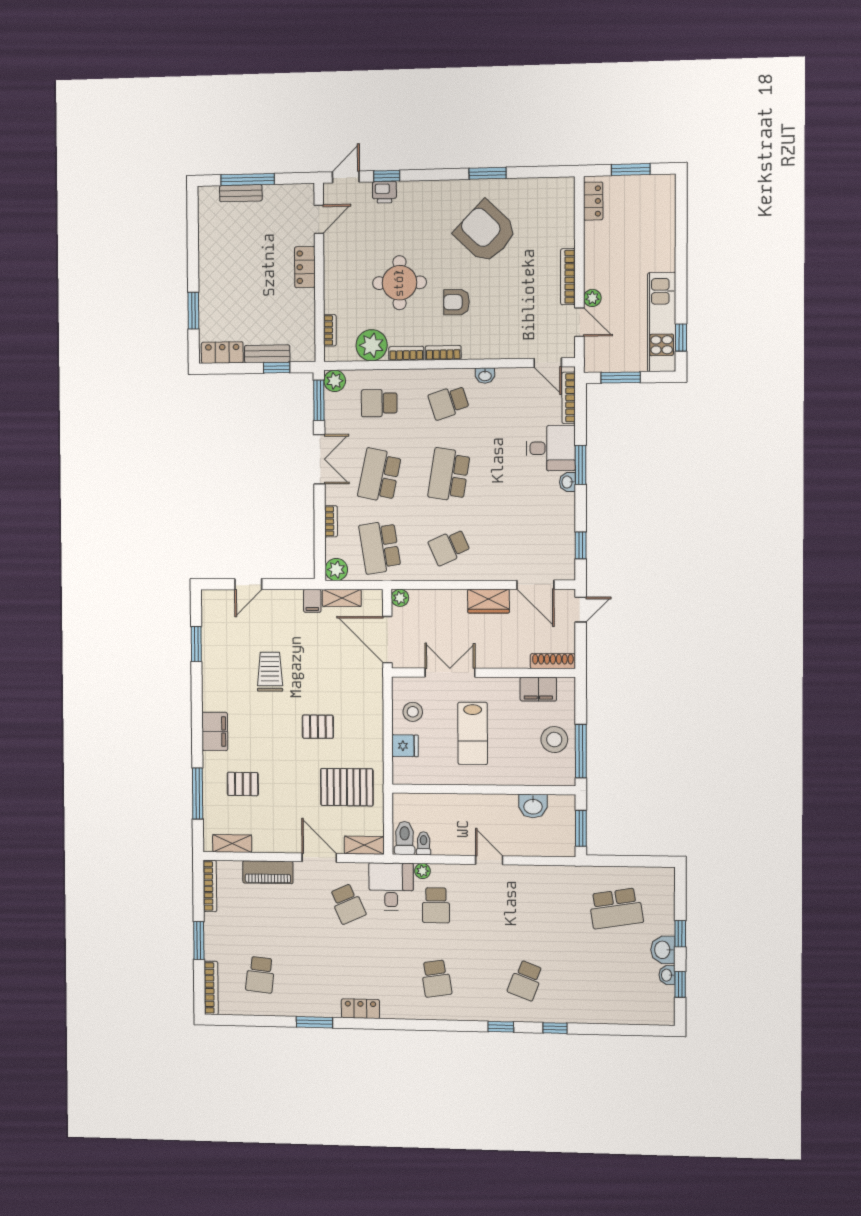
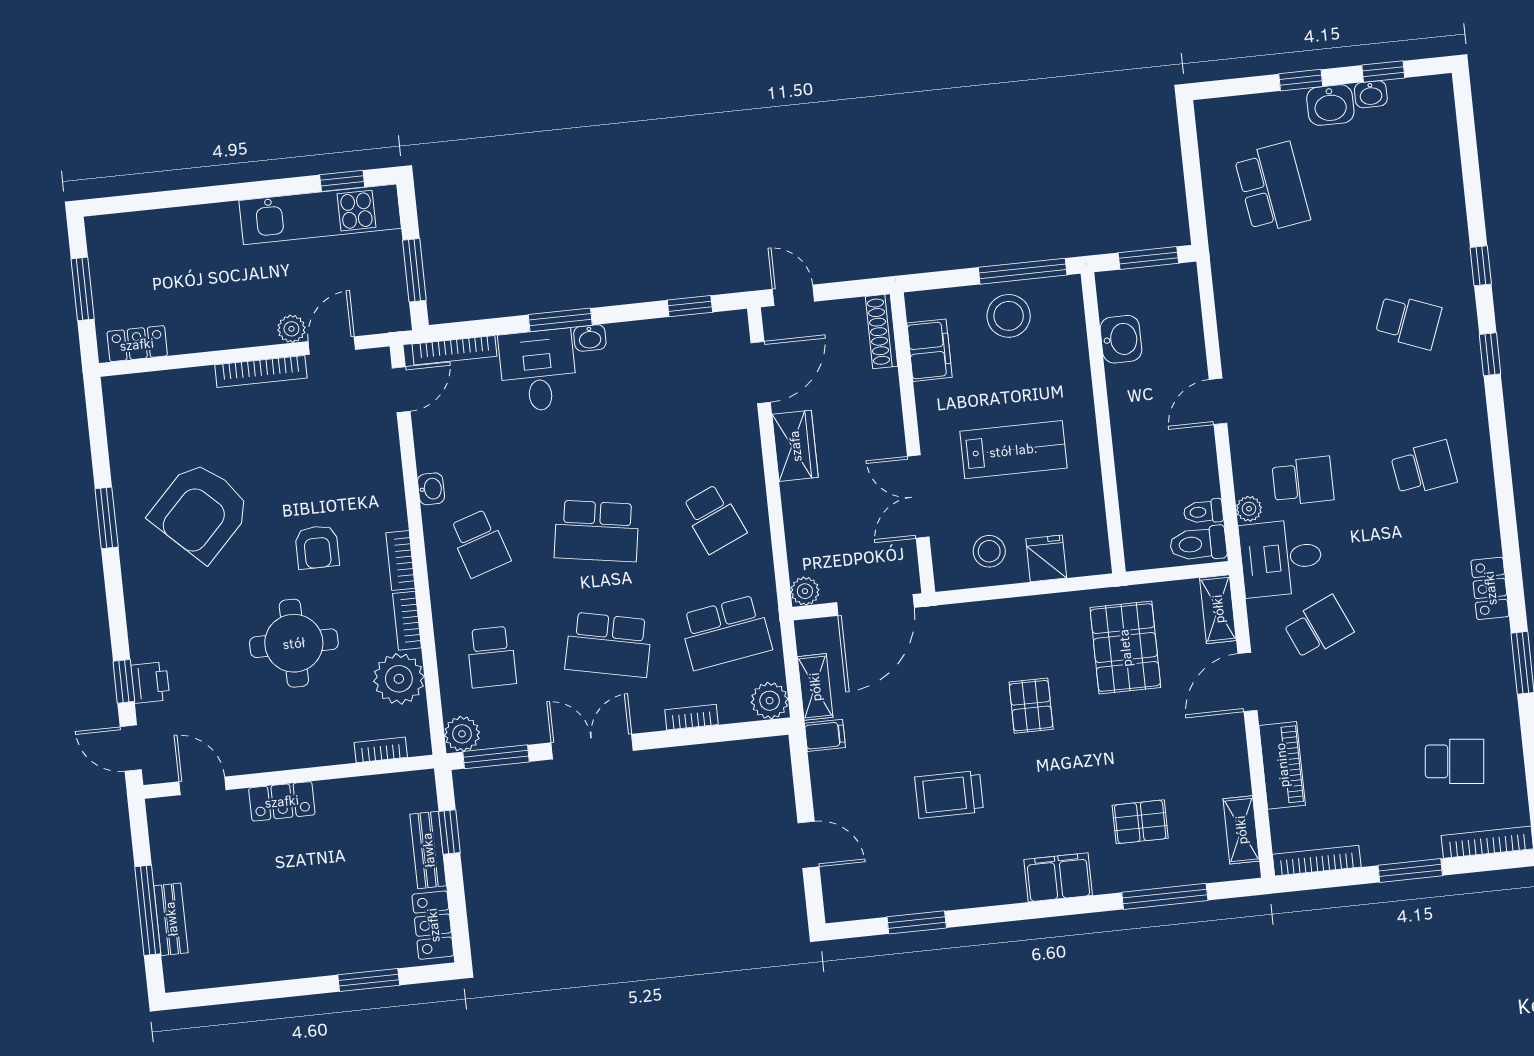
pallet: (243, 784) -> (1140, 822), turned 90

